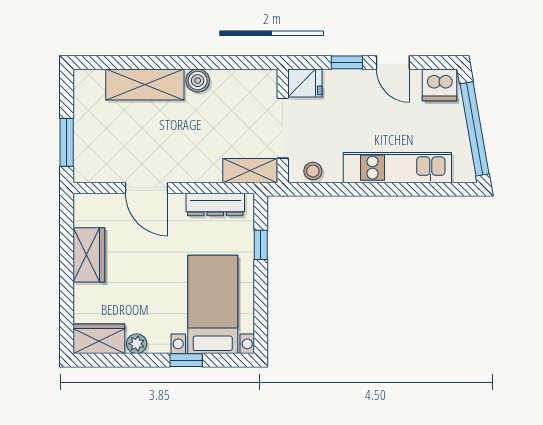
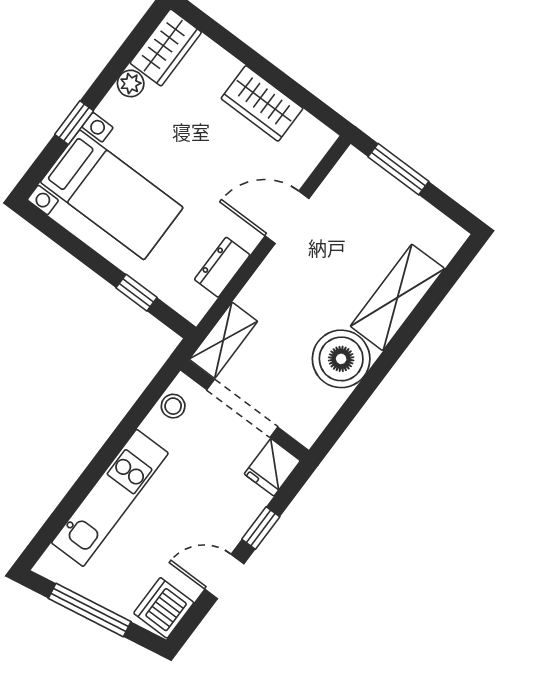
boiler: (198, 81) -> (341, 359), width x1.86, depth x1.86
window: (474, 129) -> (90, 610), width x0.68
dresser: (215, 205) -> (222, 267), width x0.70

